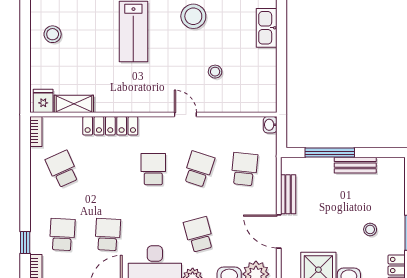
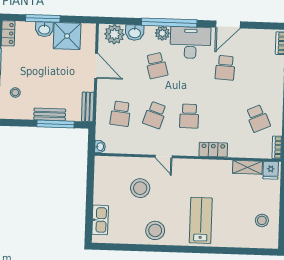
stool: (215, 72) -> (140, 188), width x1.89, depth x1.89
locker: (110, 126) -> (213, 150), width x0.66
bench: (355, 165) -> (50, 114), moved
bench: (288, 194) -> (88, 107), moved
stool: (370, 229) -> (15, 93), moved
school desk: (62, 235) -> (260, 69), removed

